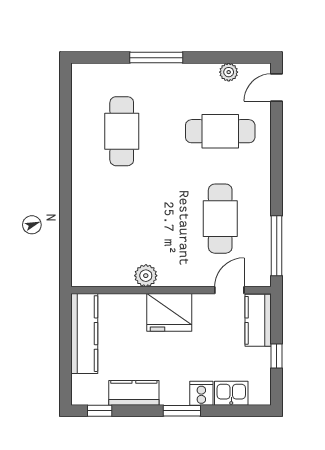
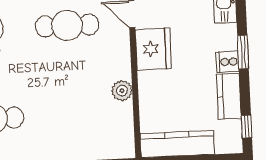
fridge: (169, 312) -> (153, 49), moved
cooker: (201, 393) -> (228, 62), moved

